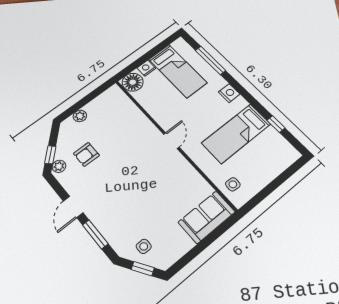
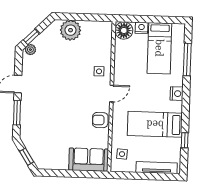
plant: (80, 116) -> (70, 30), width x1.87, depth x1.87
armchair: (86, 154) -> (100, 120), moved
tv unit: (276, 169) -> (157, 168), added
side table: (144, 246) -> (99, 71), moved

